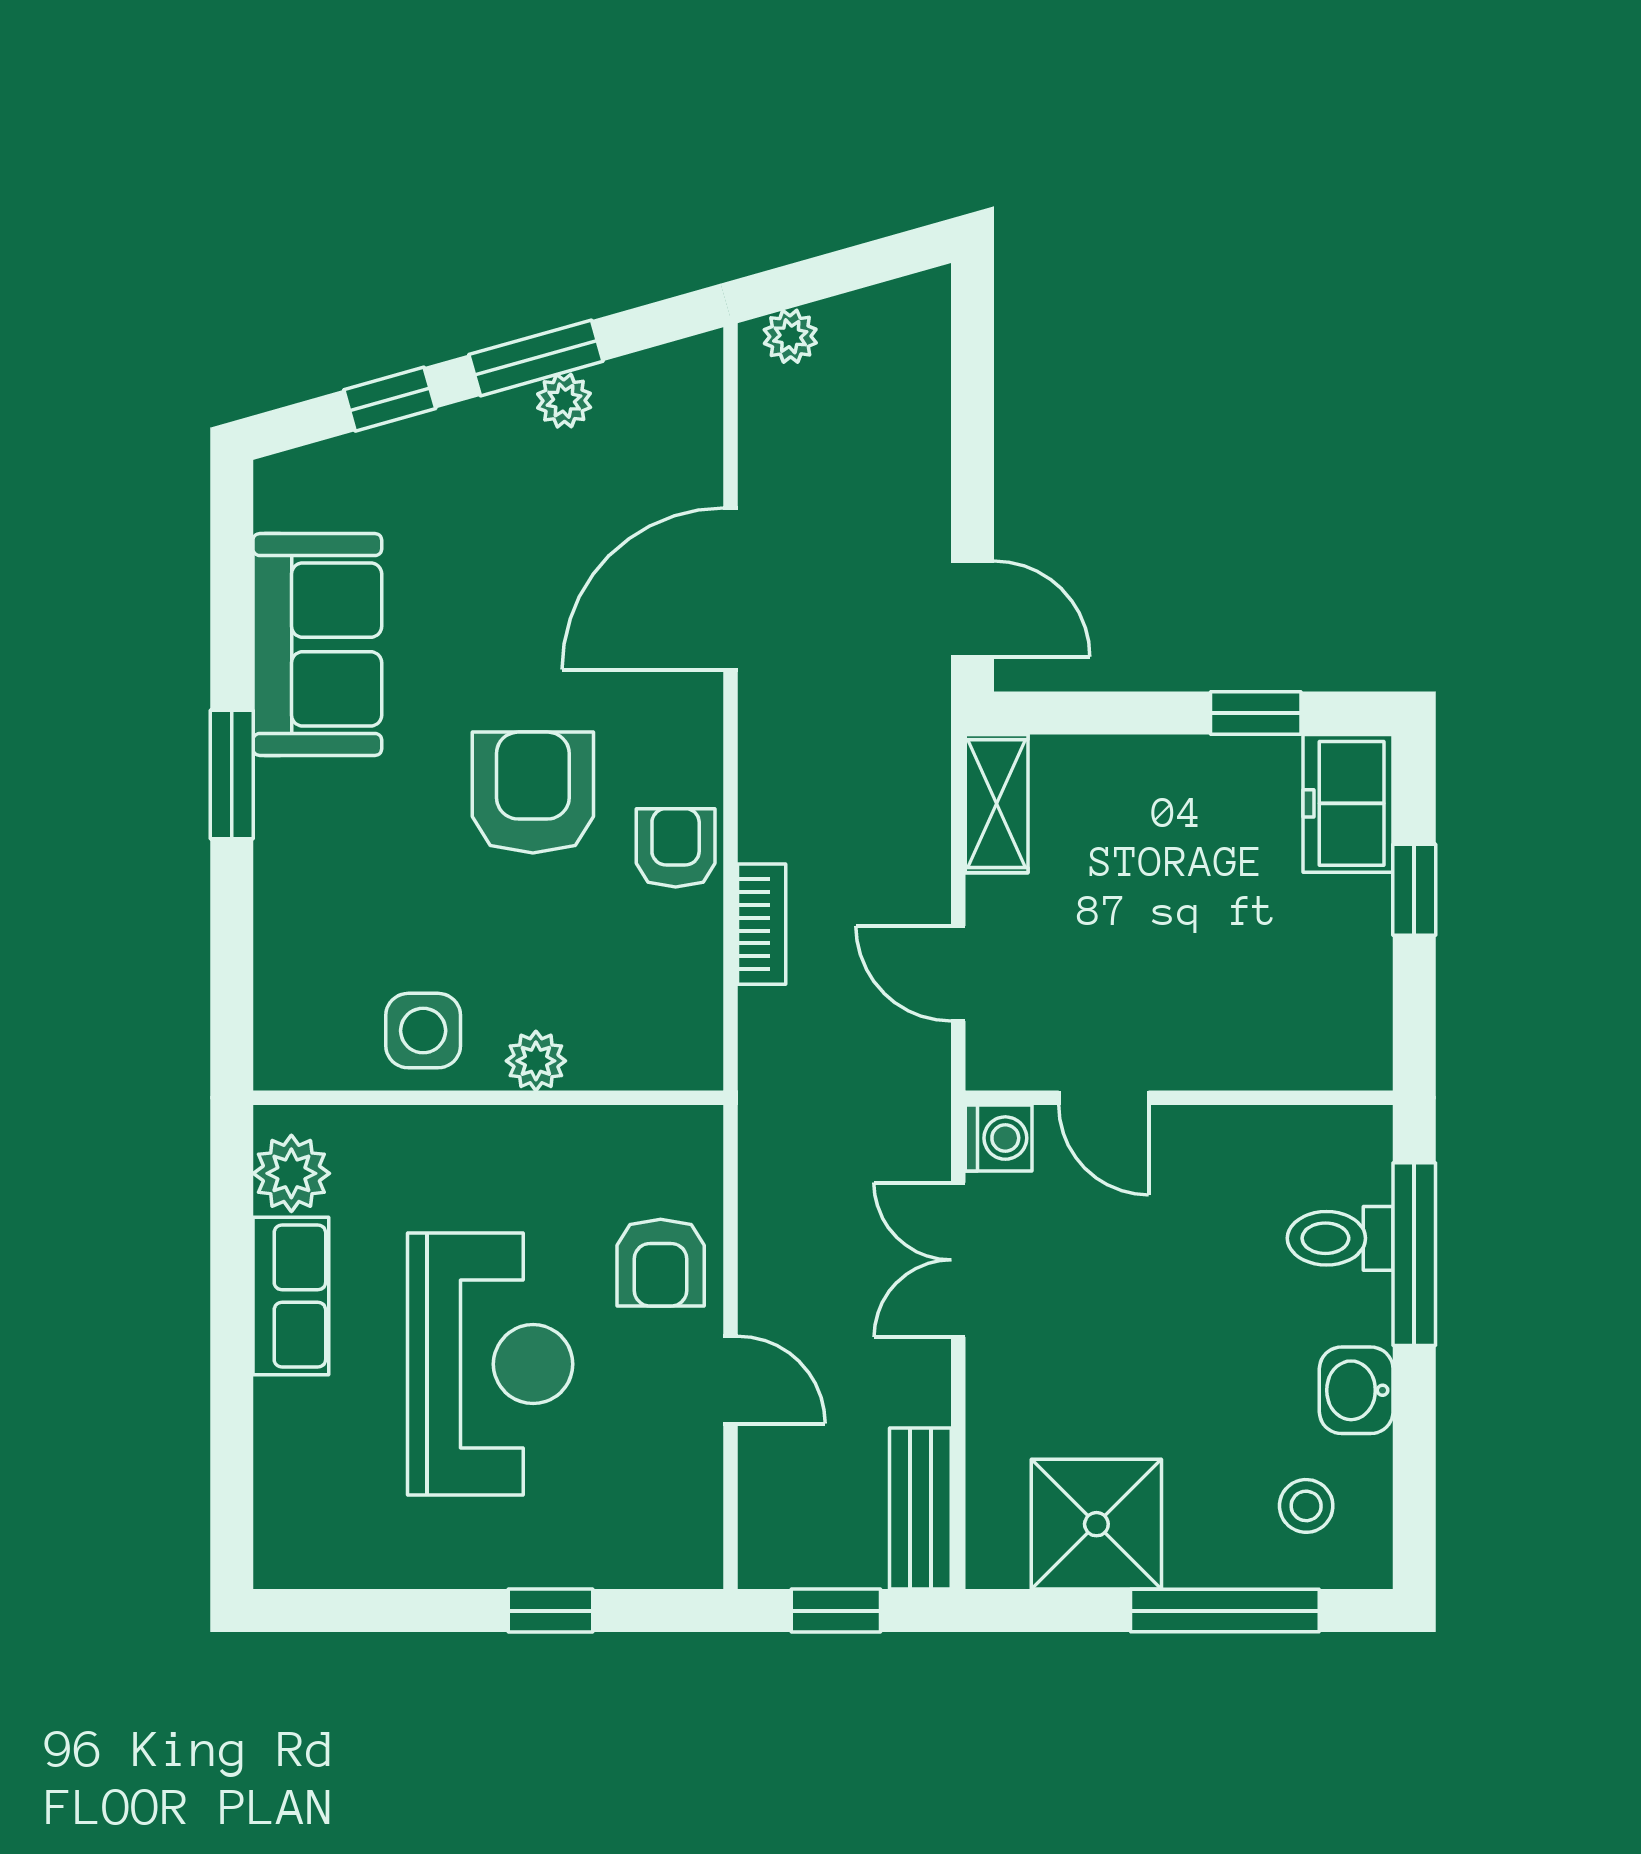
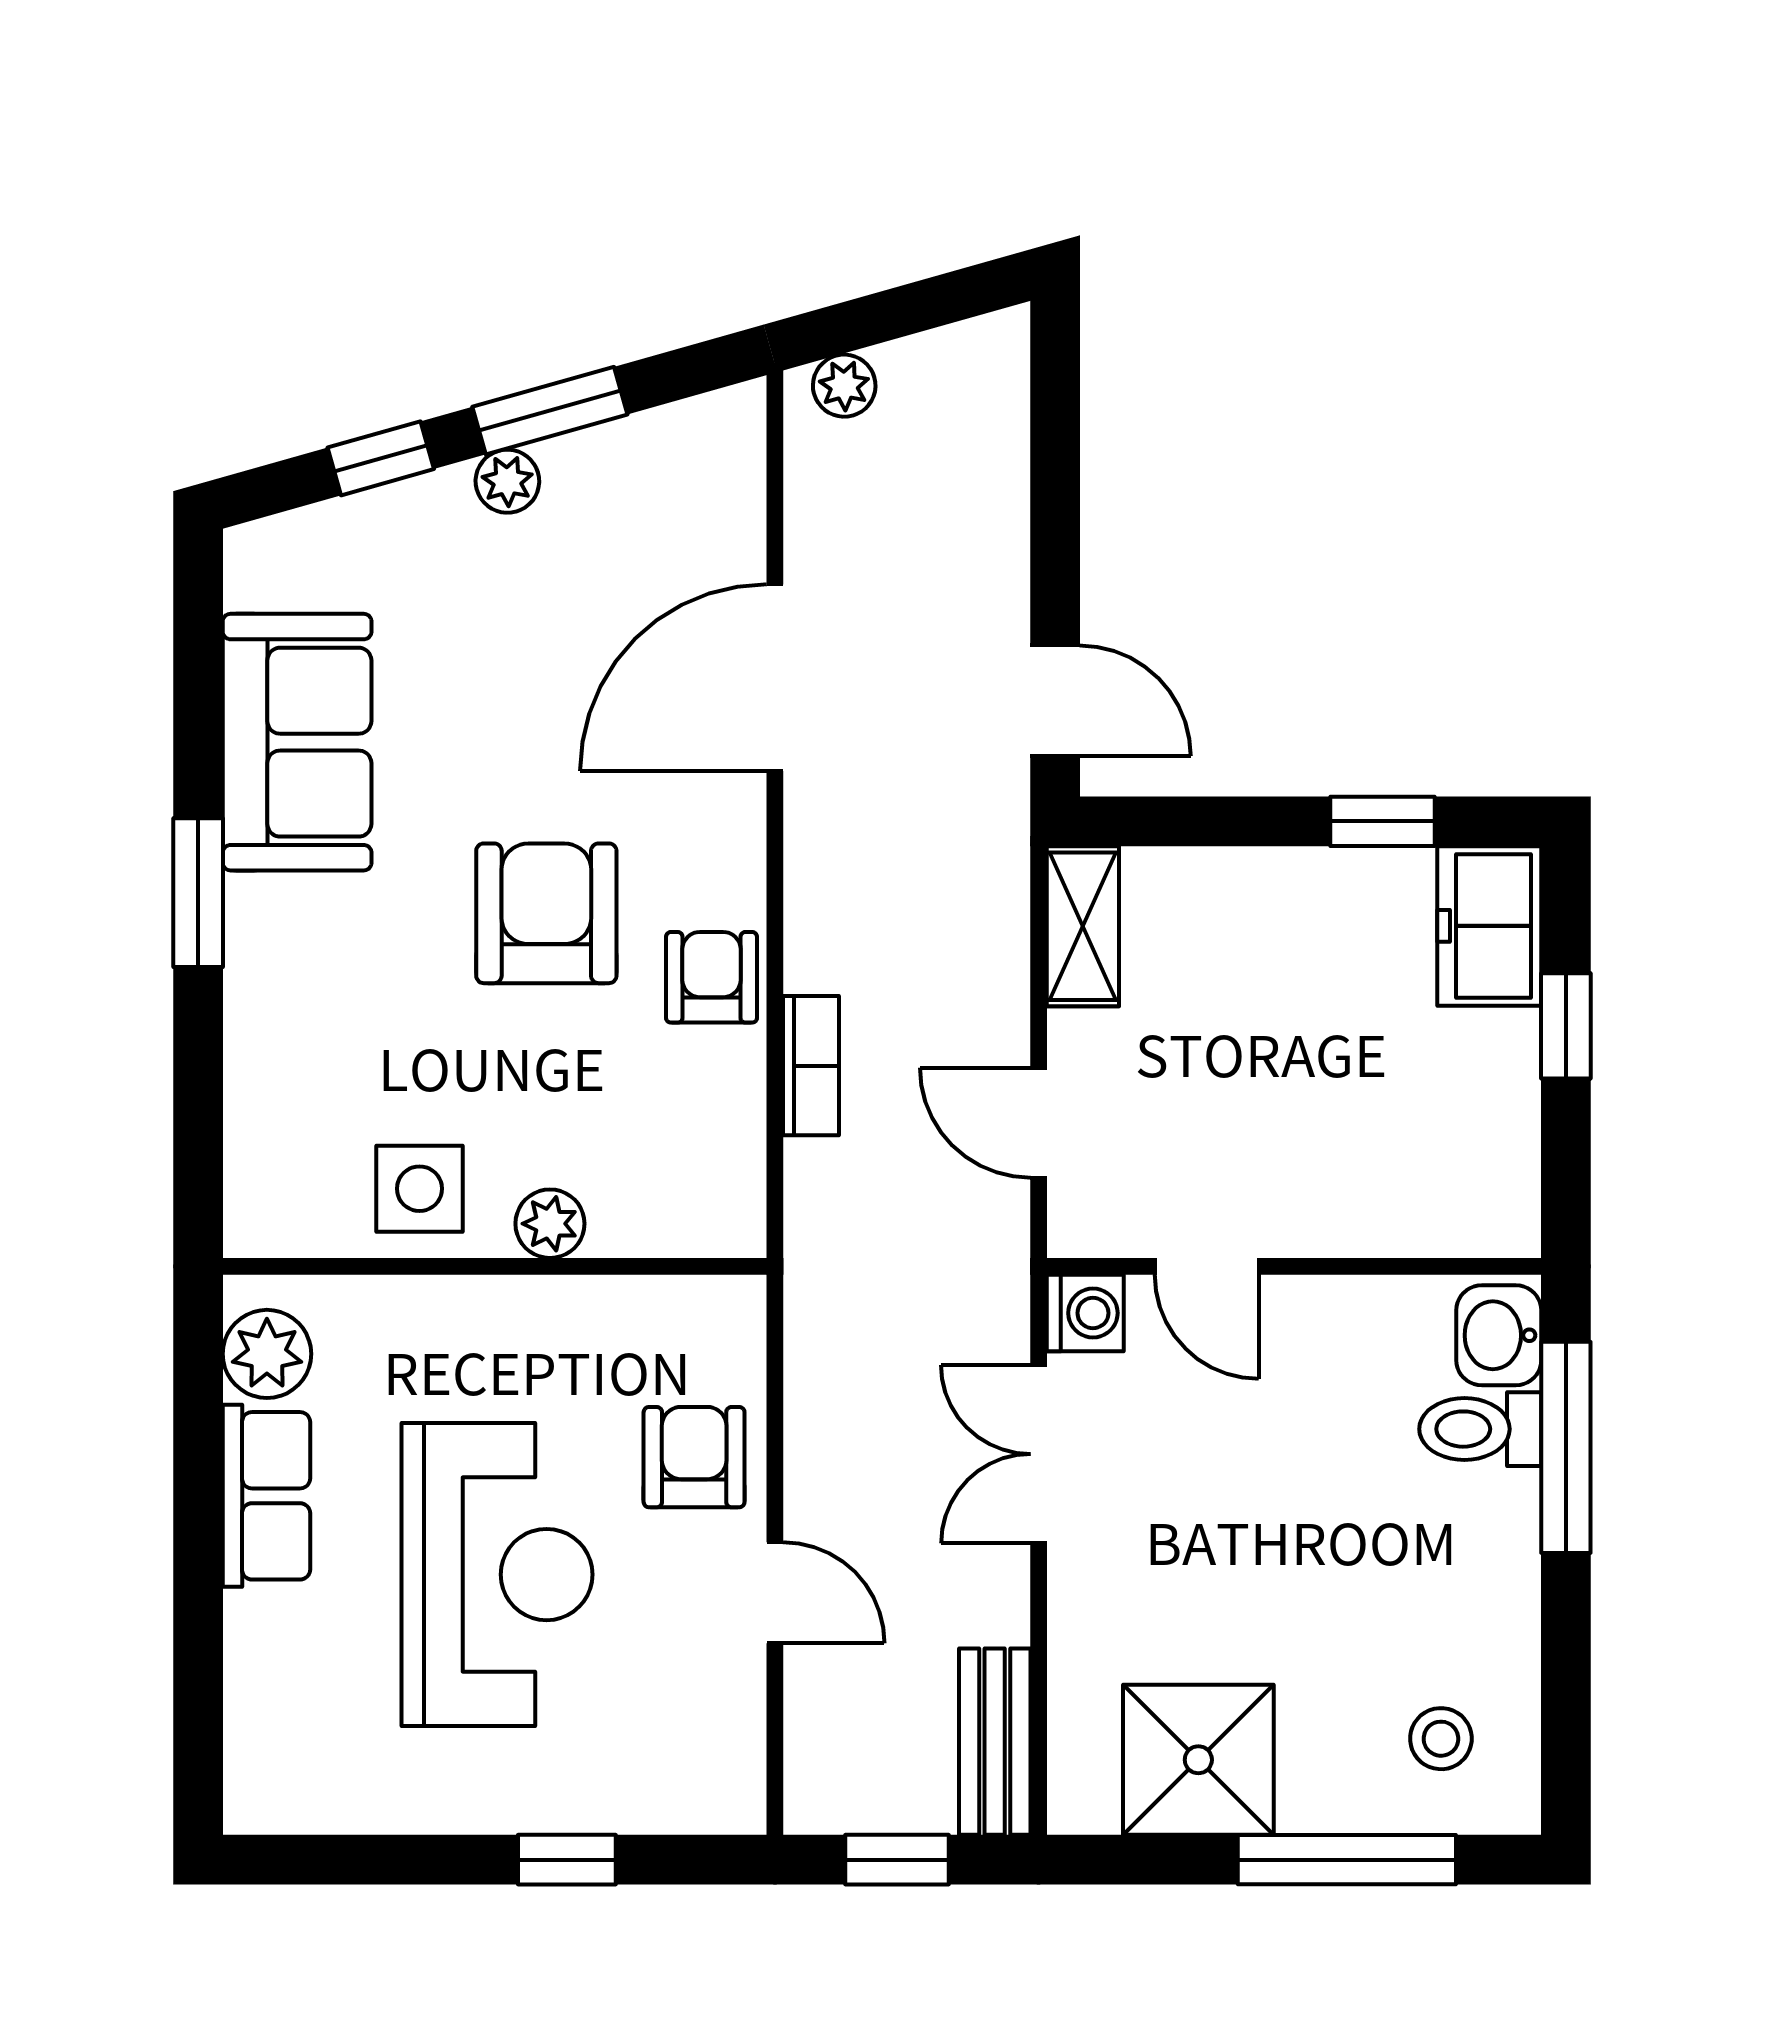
plant: (564, 401) -> (507, 481), moved
armchair: (661, 1263) -> (694, 1457), turned 180
washbasin: (1356, 1390) -> (1499, 1335), moved

